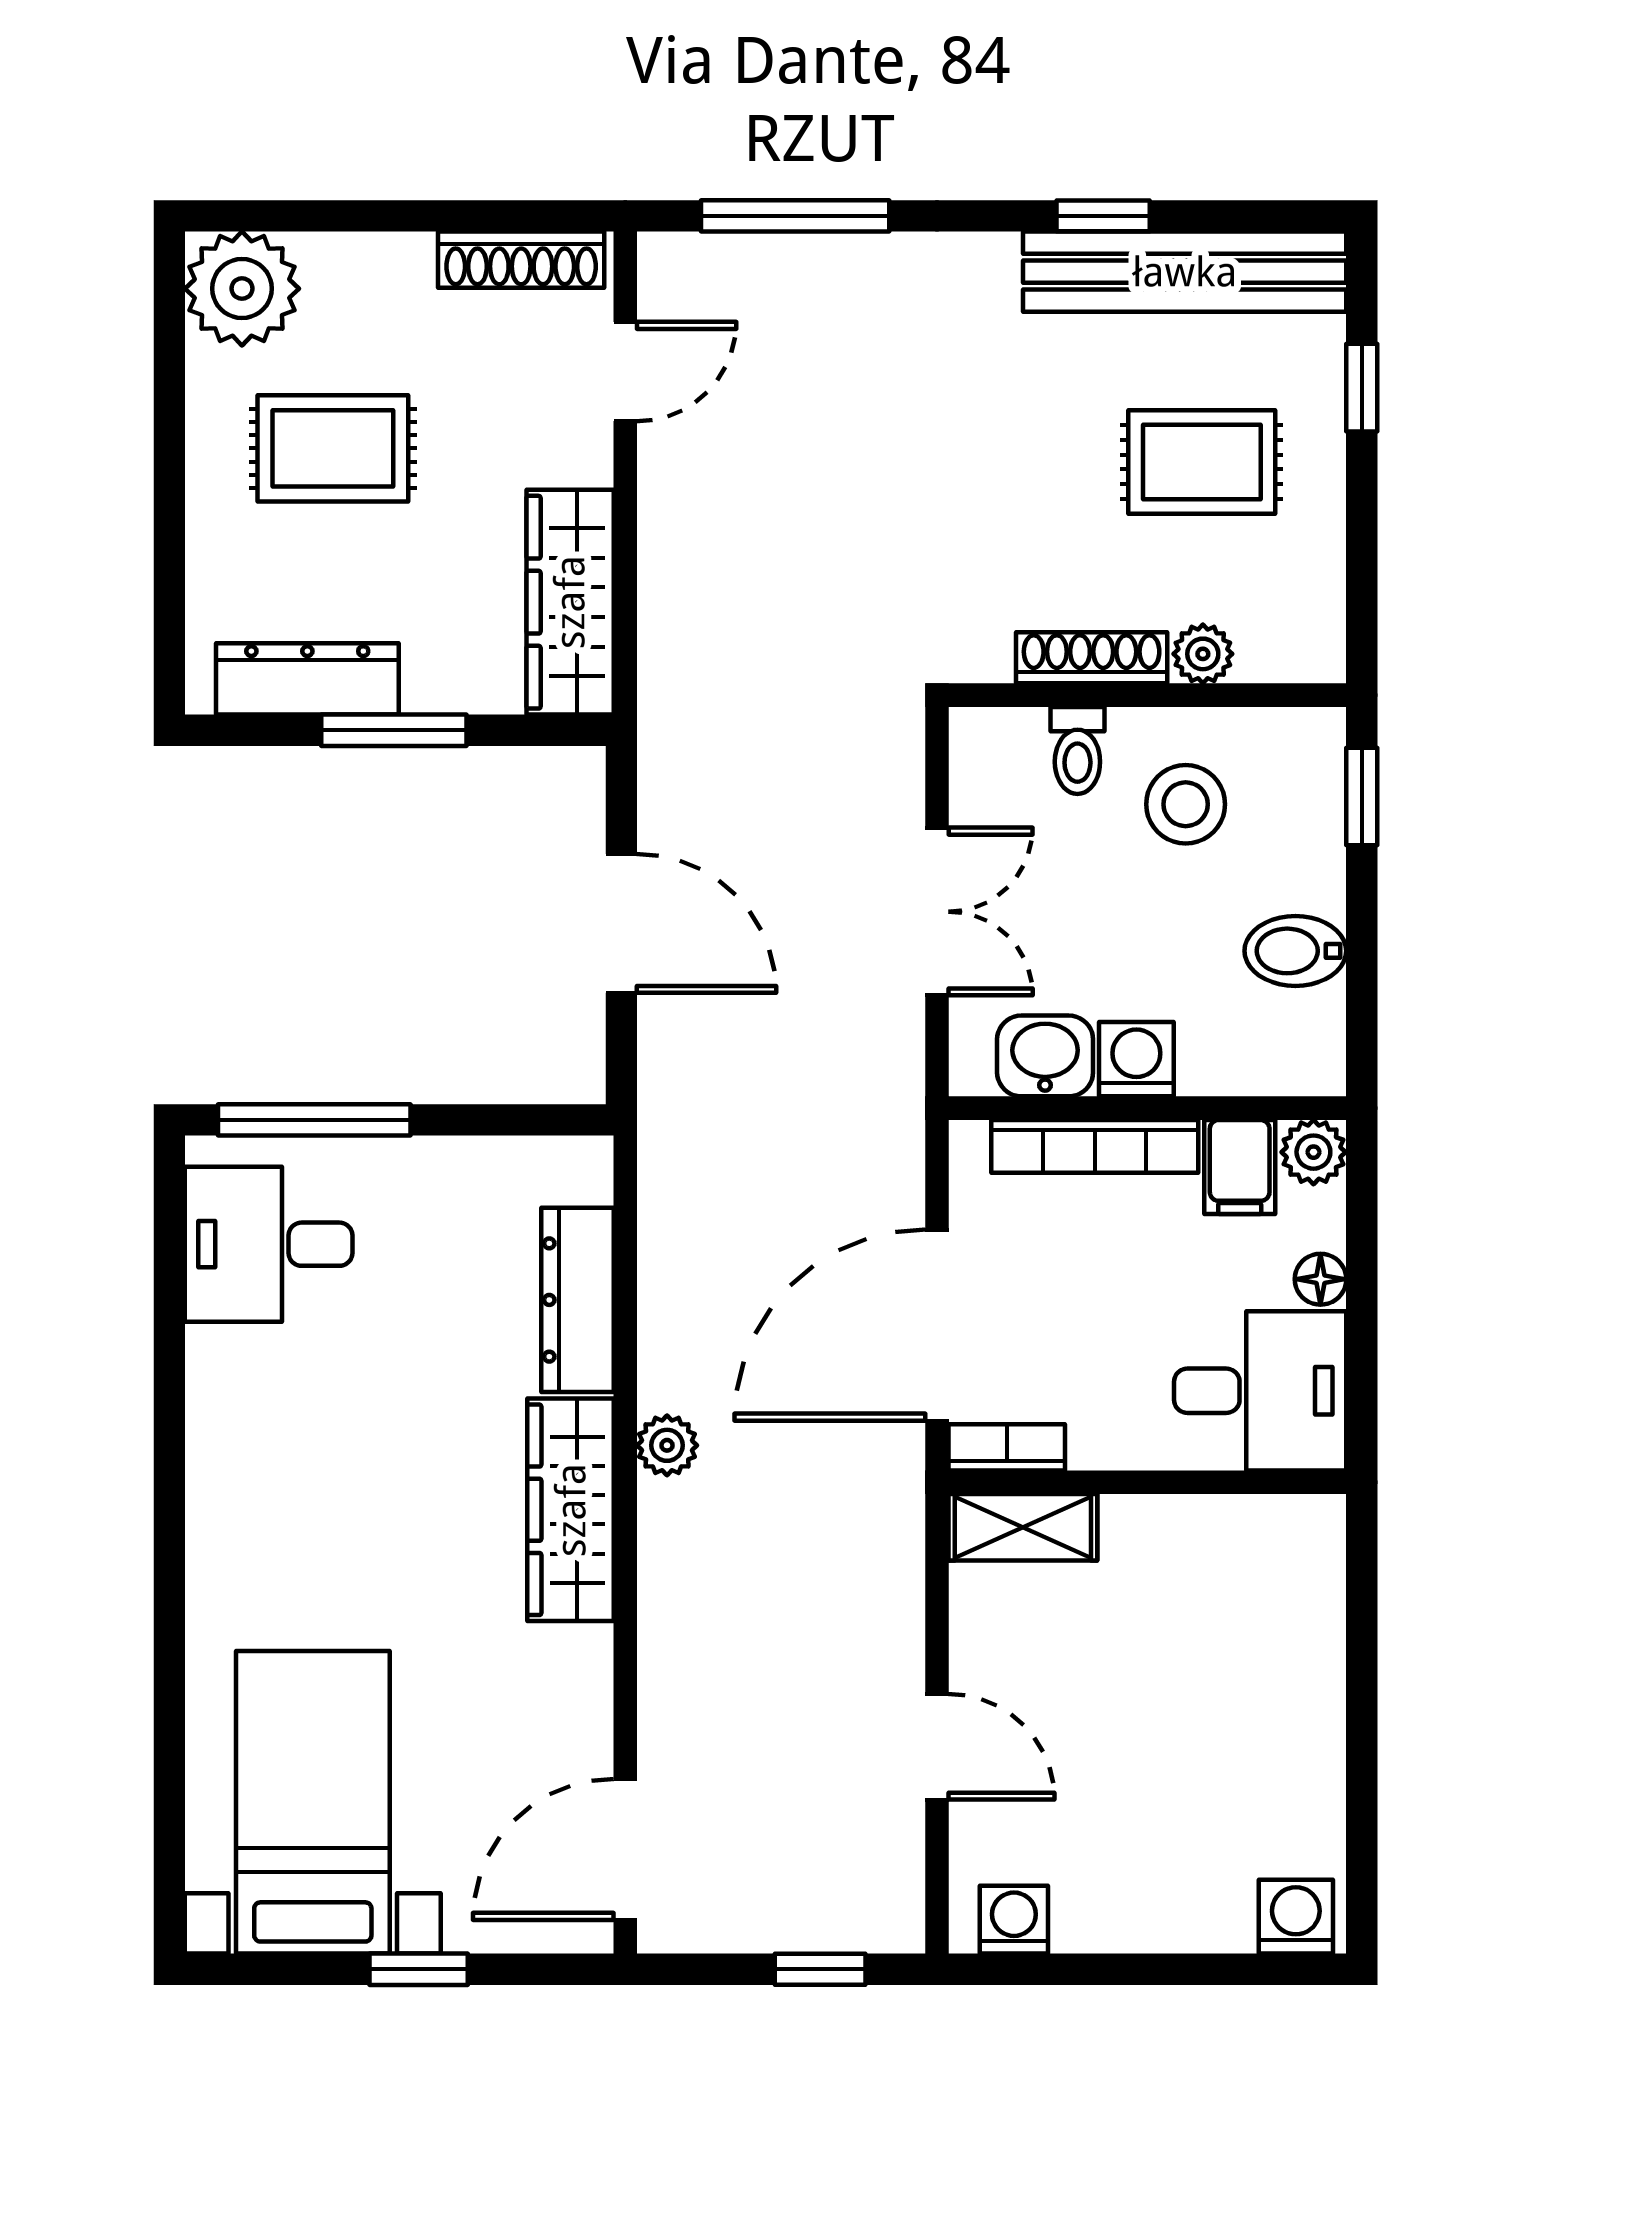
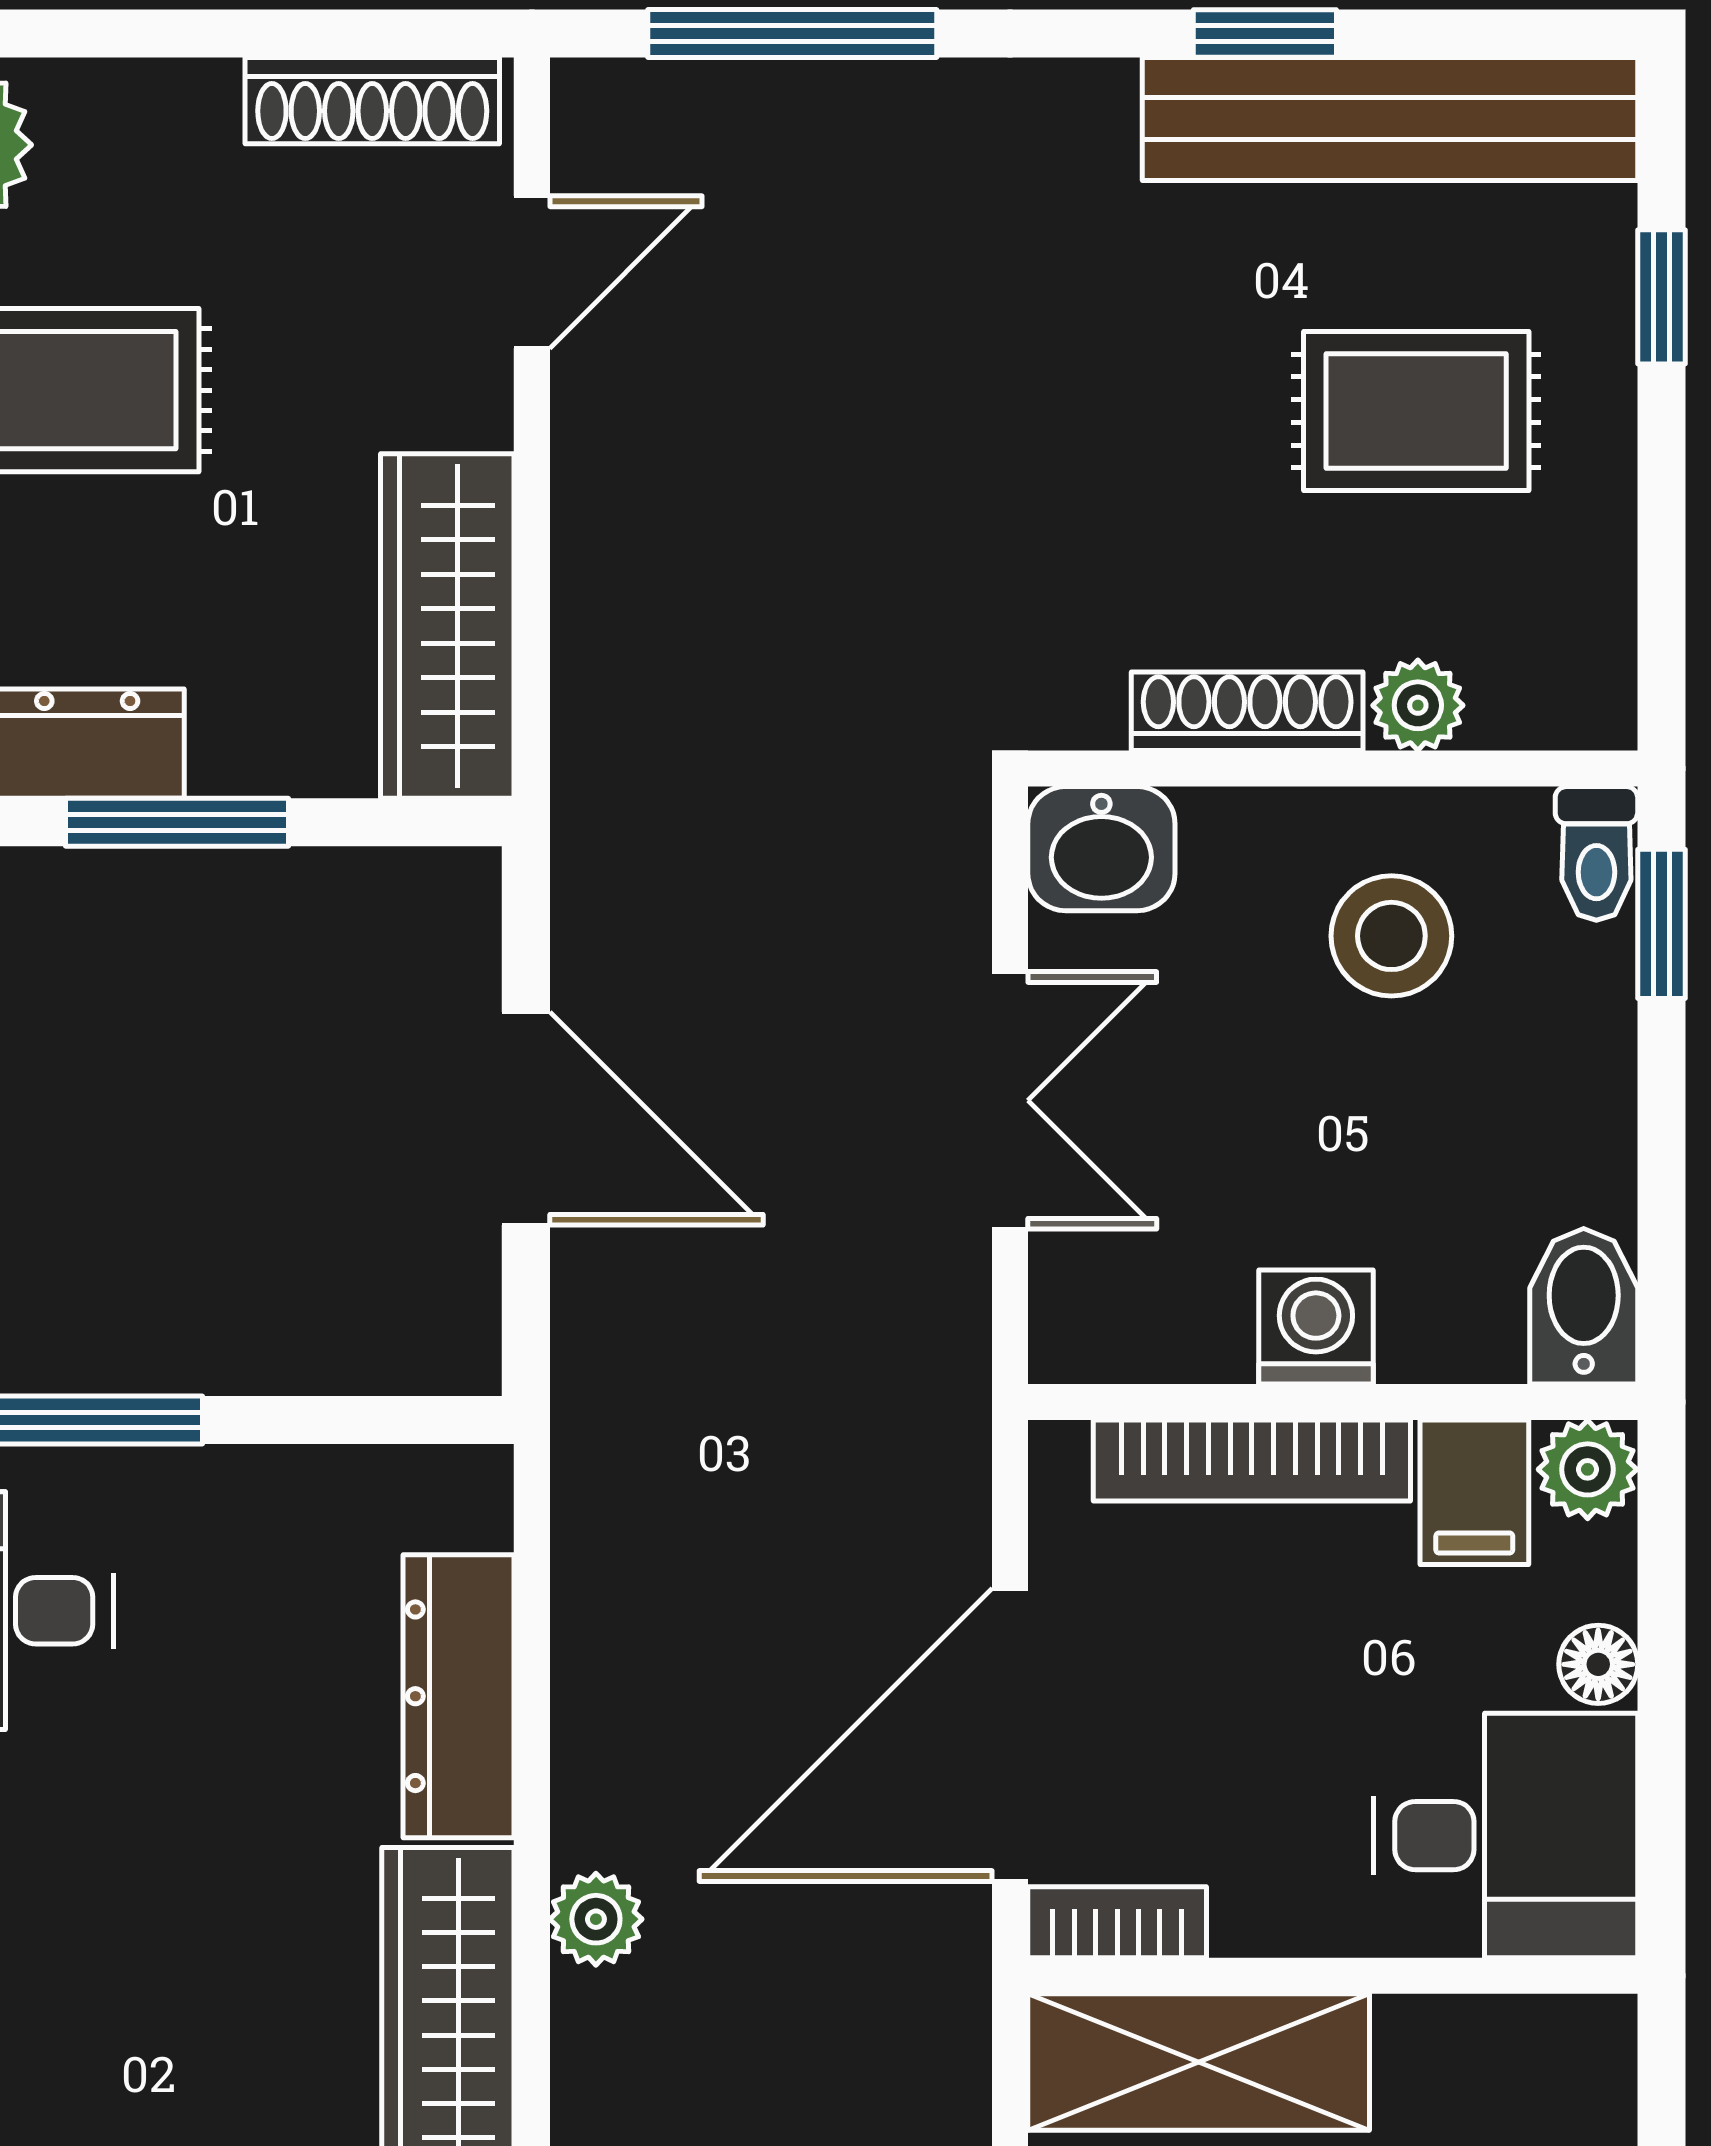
toilet: (1077, 750) -> (1596, 853), moved
bidet: (1295, 951) -> (1584, 1306), moved, turned 90
washbasin: (1045, 1056) -> (1101, 849), moved, turned 180
shelving: (1023, 1527) -> (1199, 2062), width x1.50, depth x1.33

